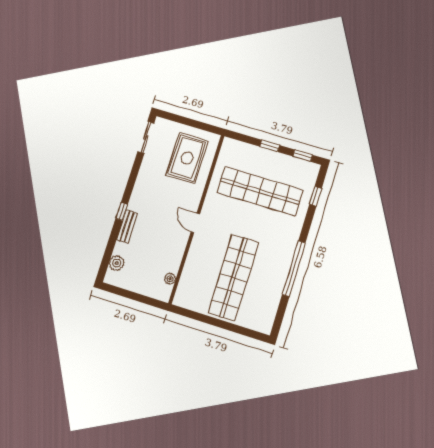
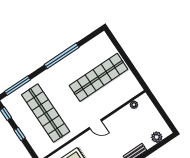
window: (315, 196) -> (17, 86), width x2.17
door: (195, 223) -> (95, 124), hinge flipped

